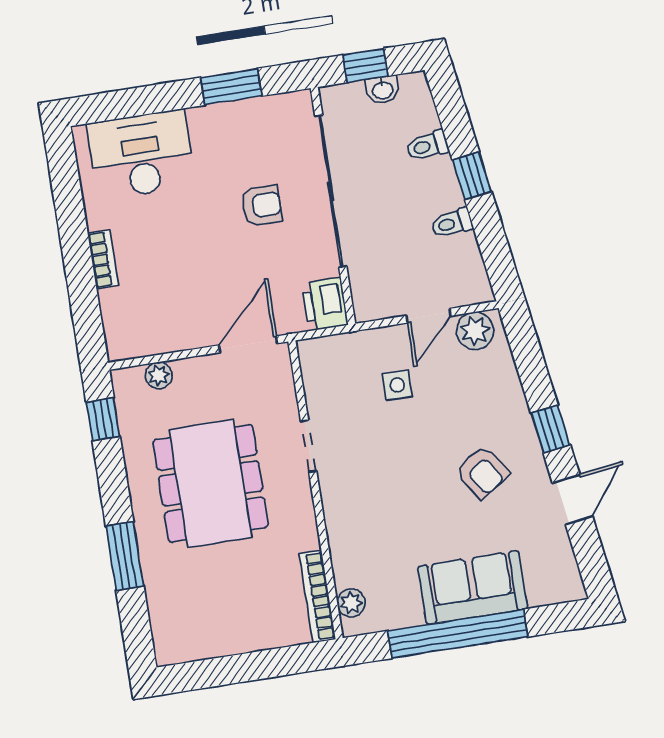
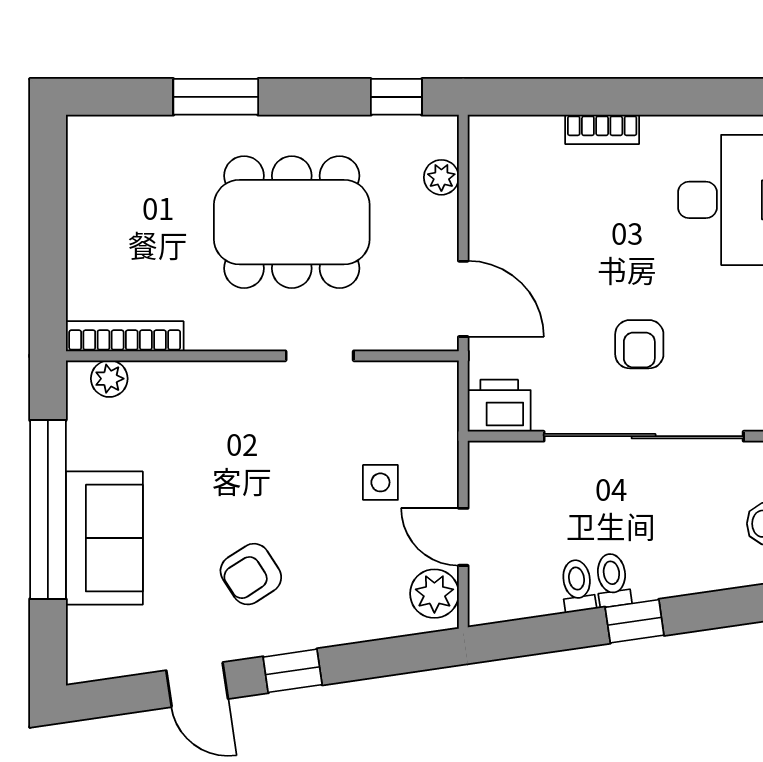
toilet: (427, 146) -> (612, 580), moved

